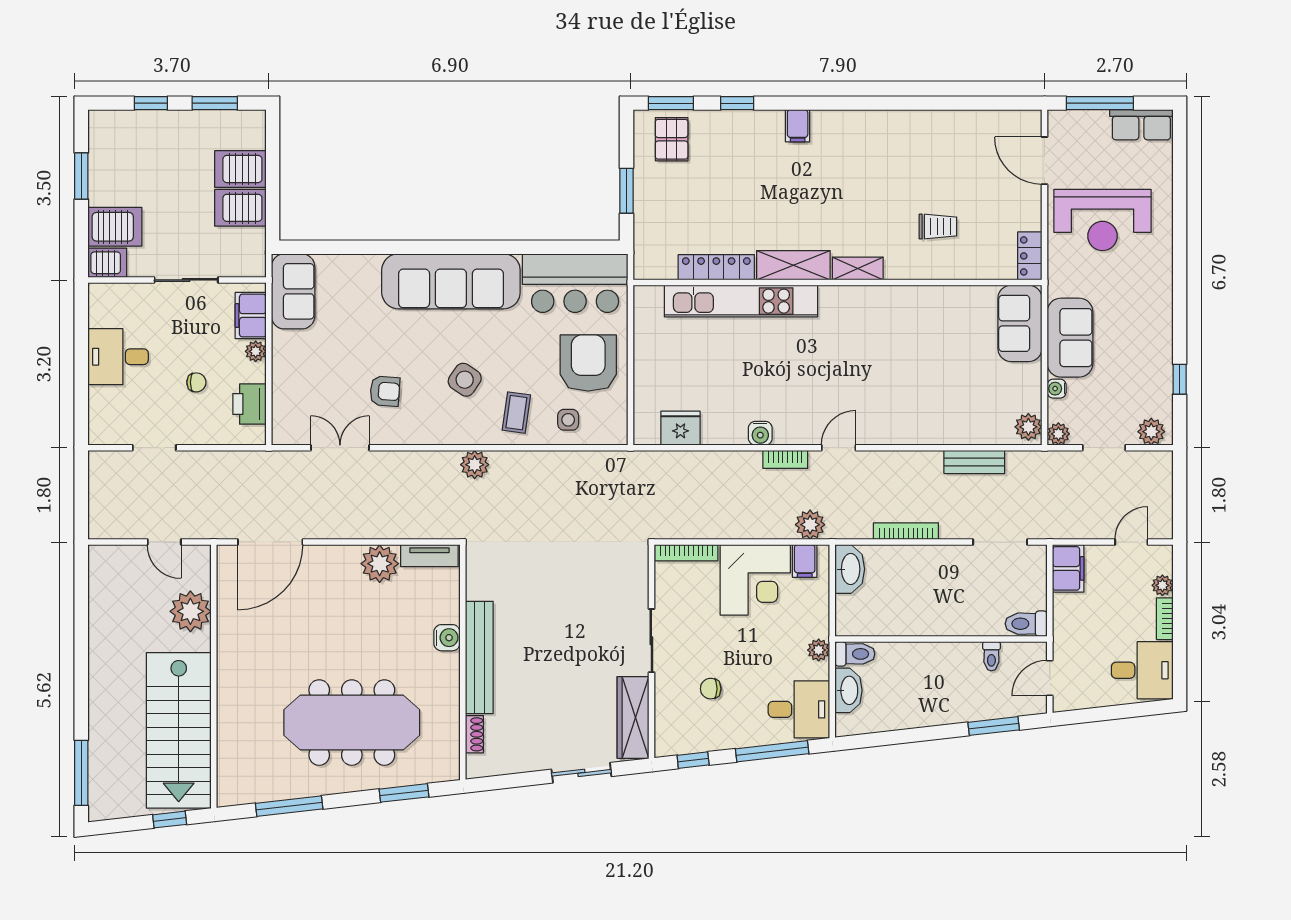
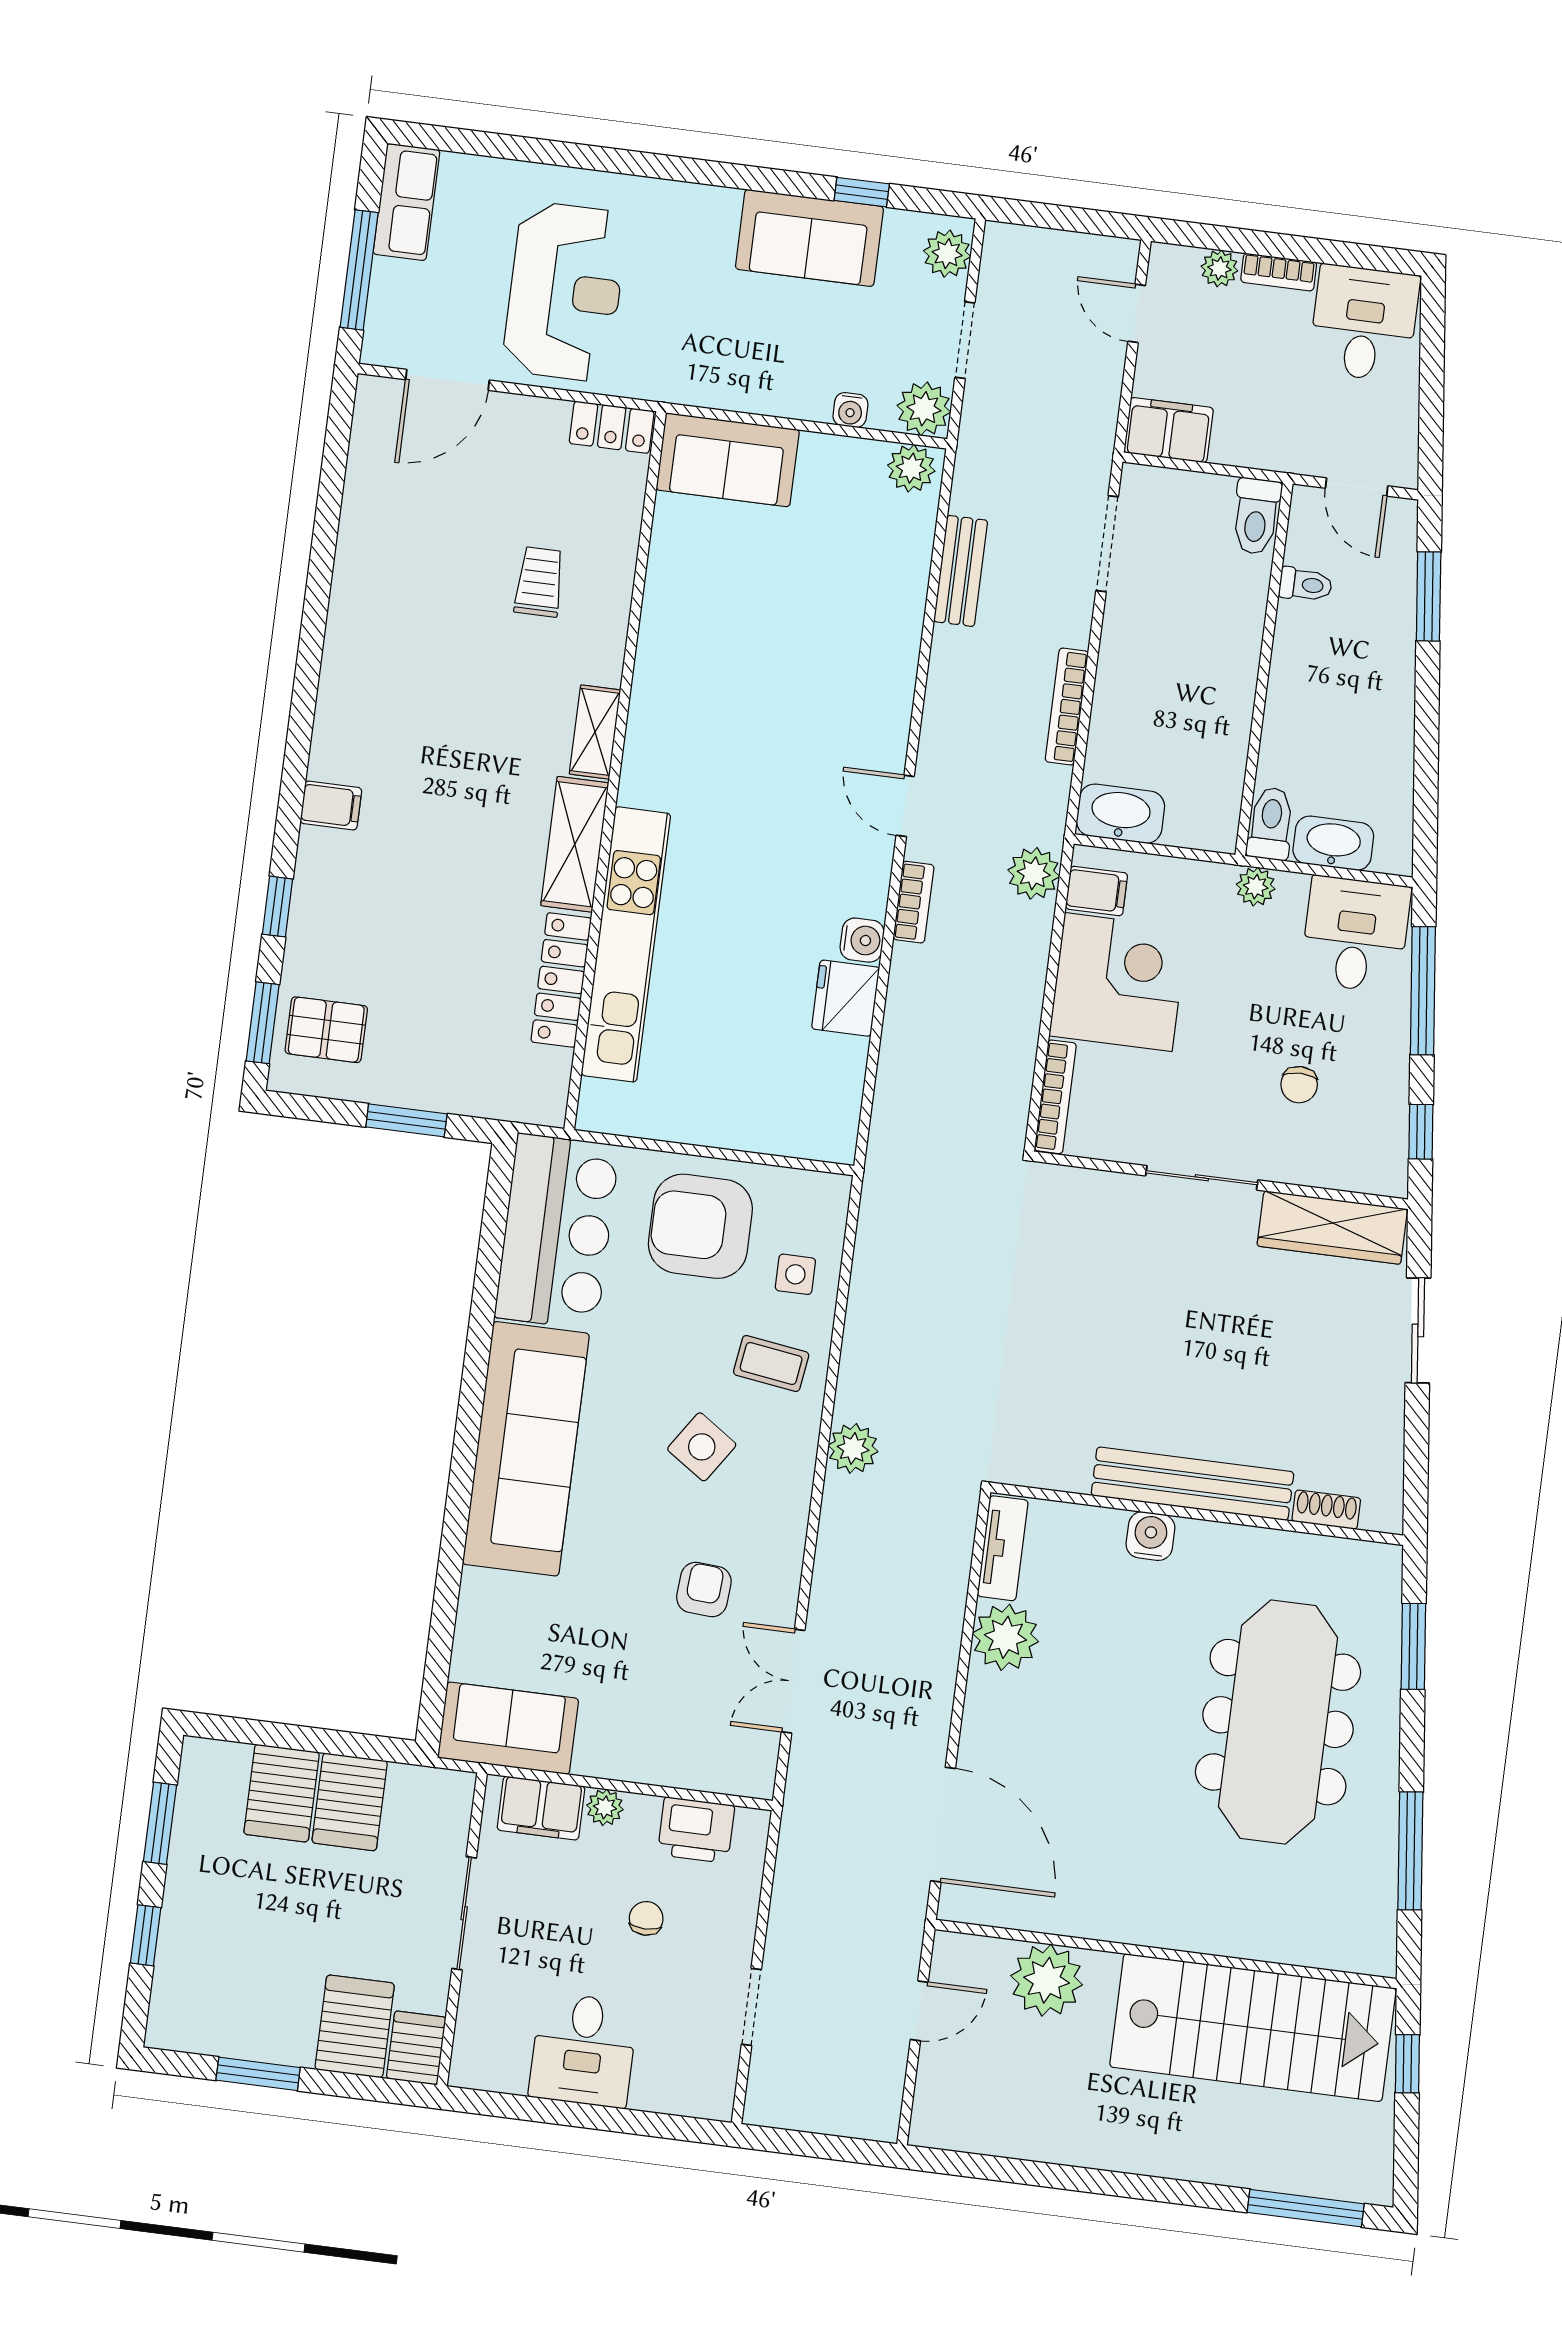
sofa: (1070, 338) -> (809, 238), moved, turned 180
fridge: (680, 428) -> (846, 998), moved
plant: (1058, 434) -> (924, 409), width x1.38, depth x1.38

